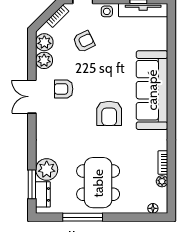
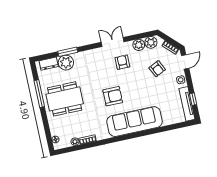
armchair: (109, 113) -> (113, 96), turned 180
window: (32, 184) -> (68, 52), moved

